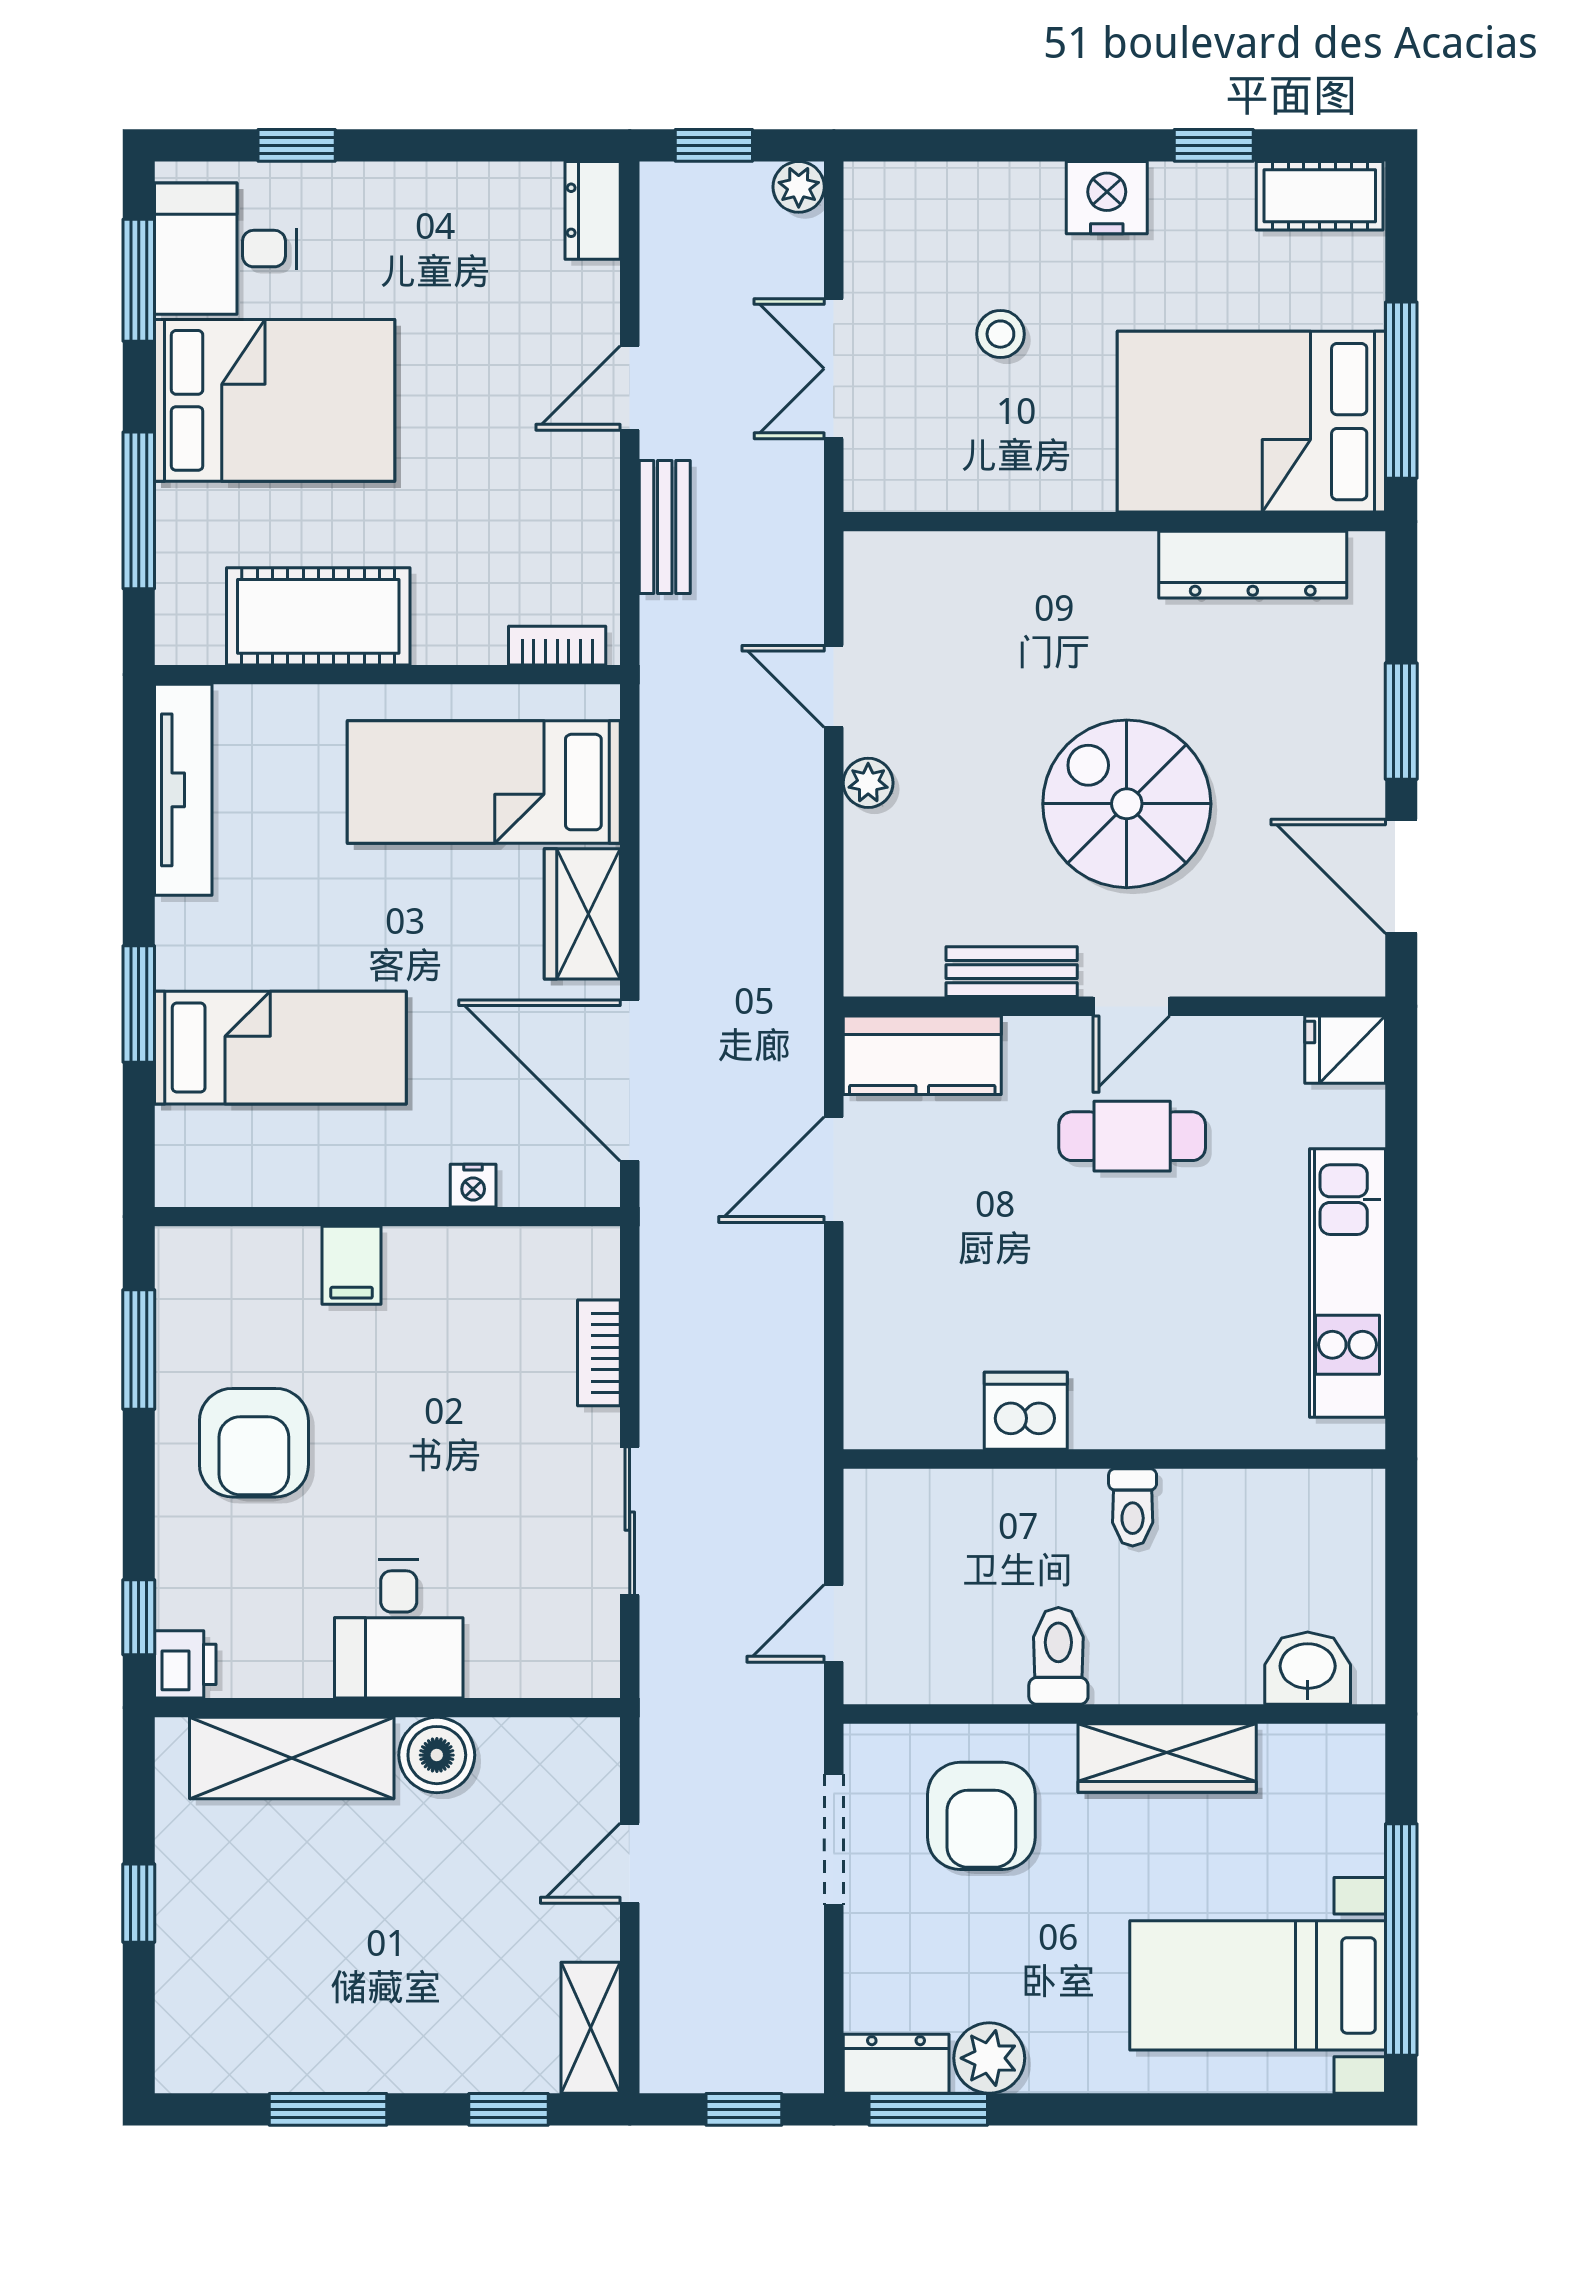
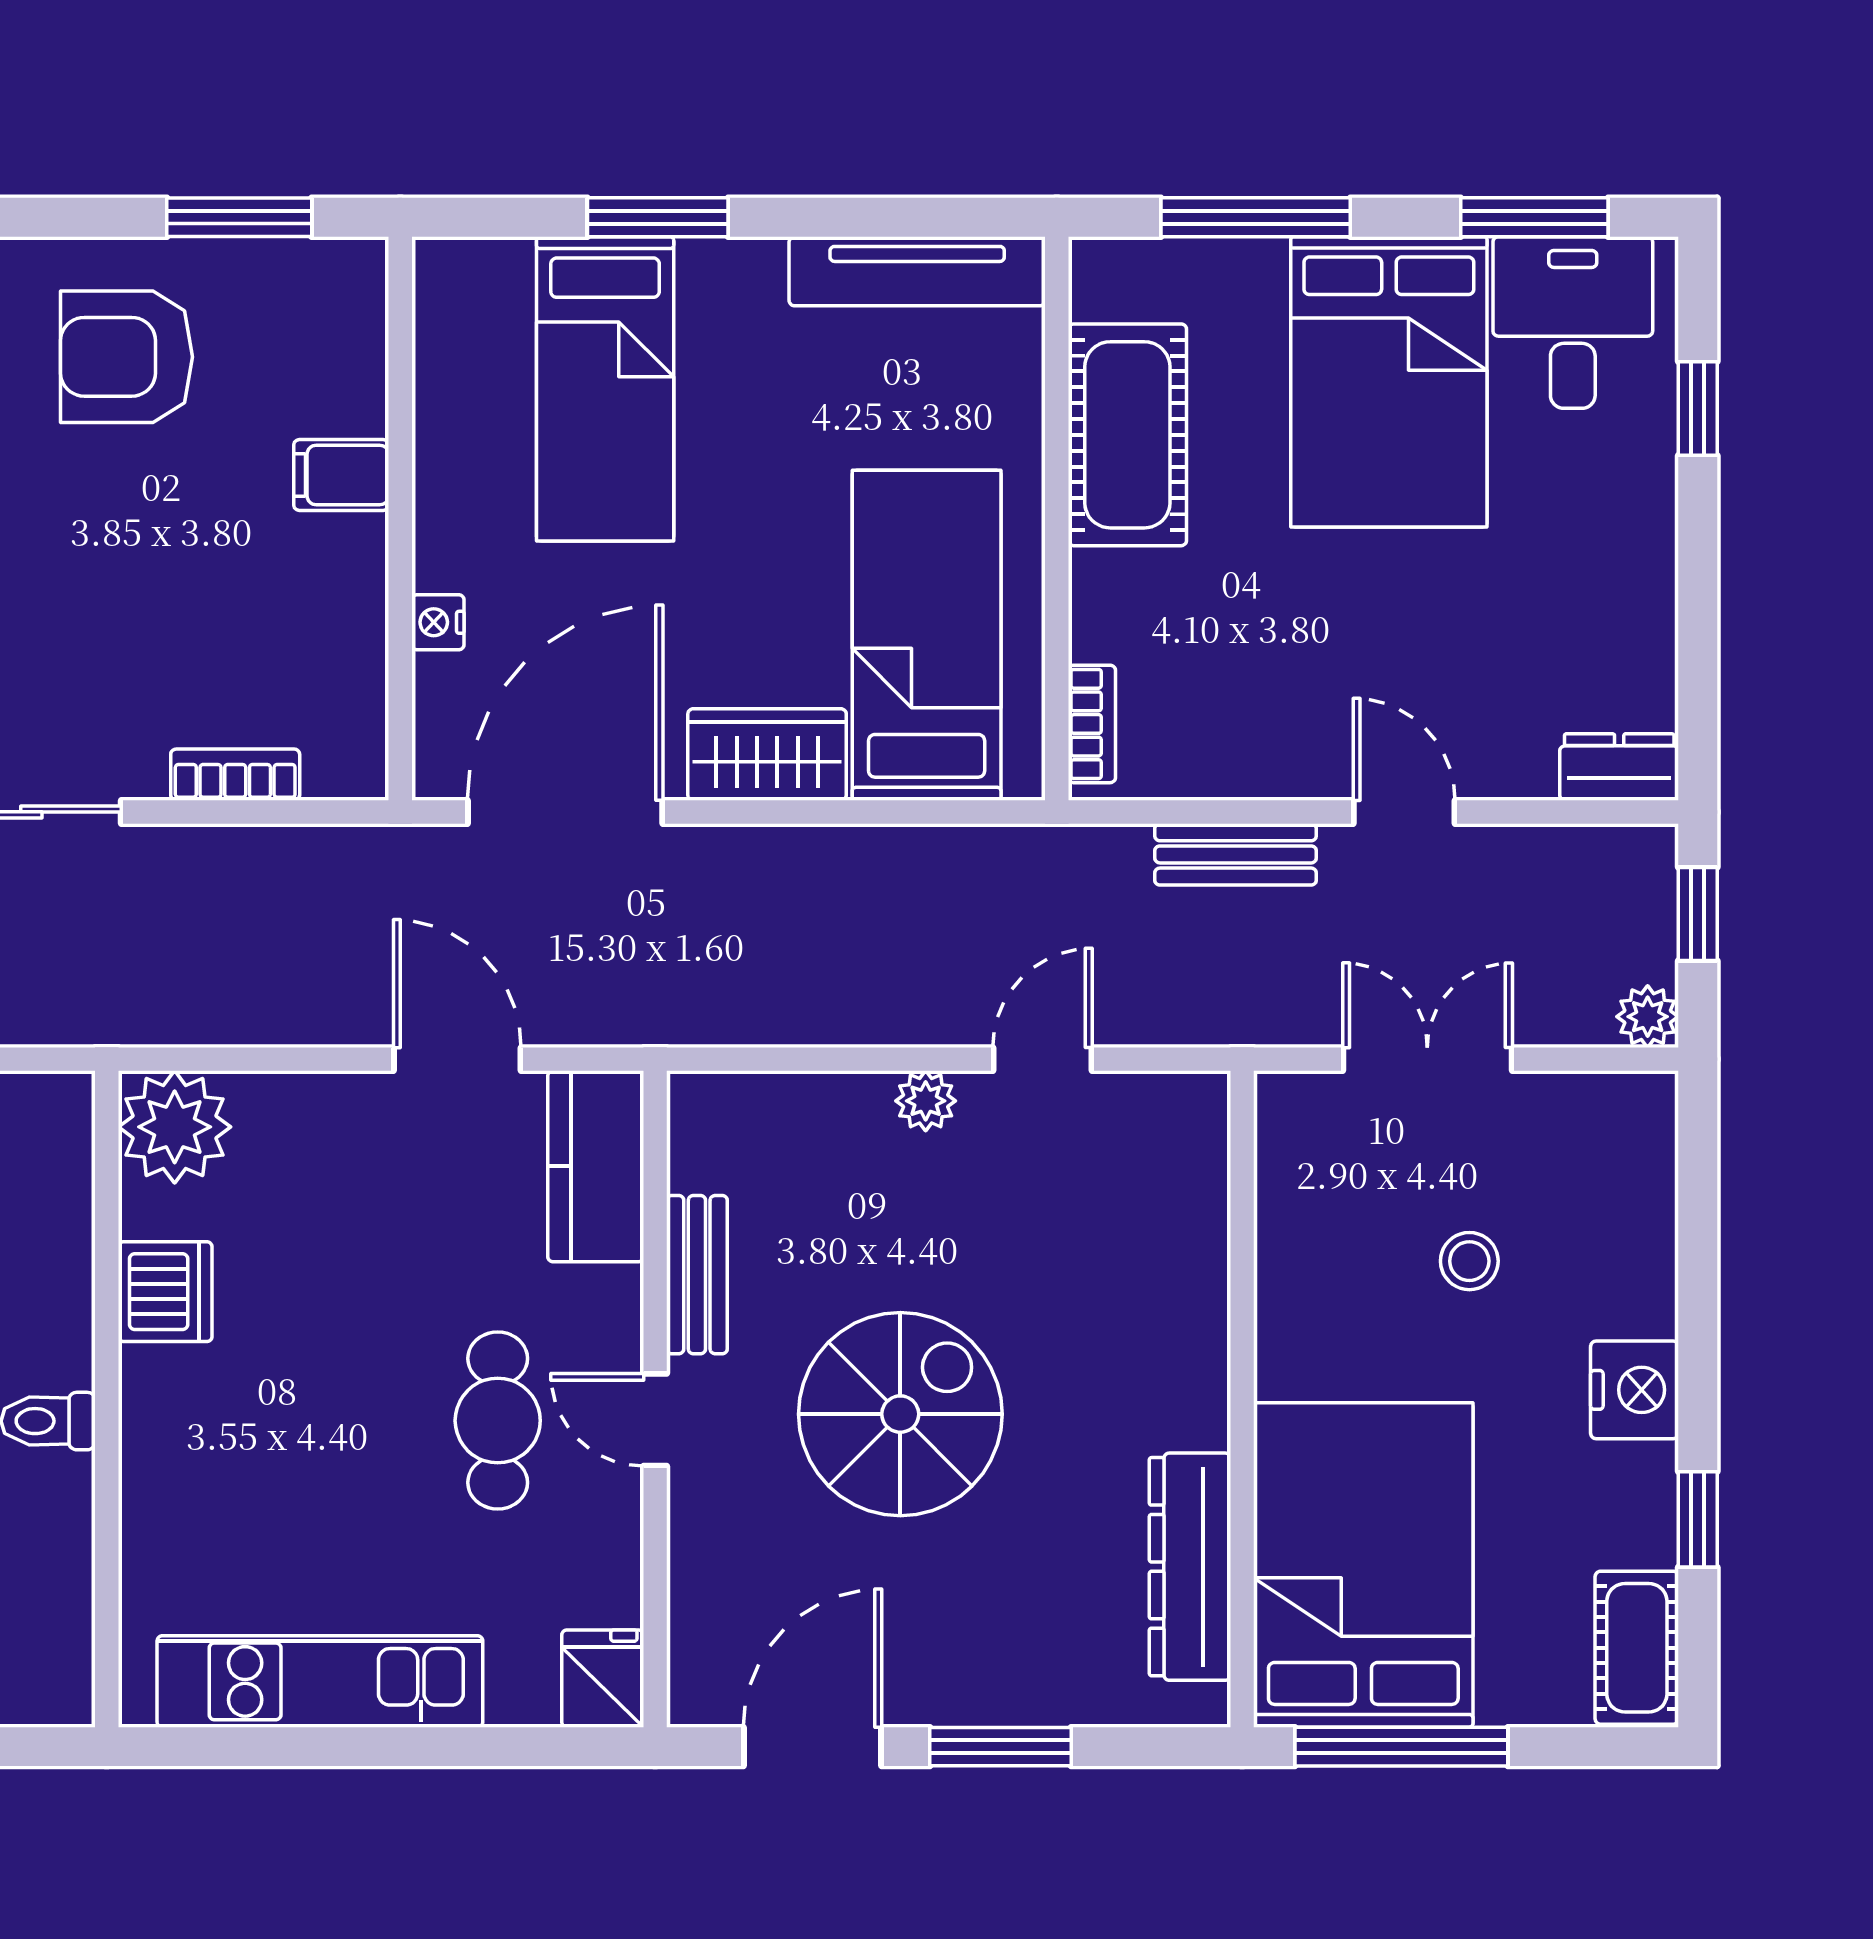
plant: (890, 1403) -> (175, 1127), added

